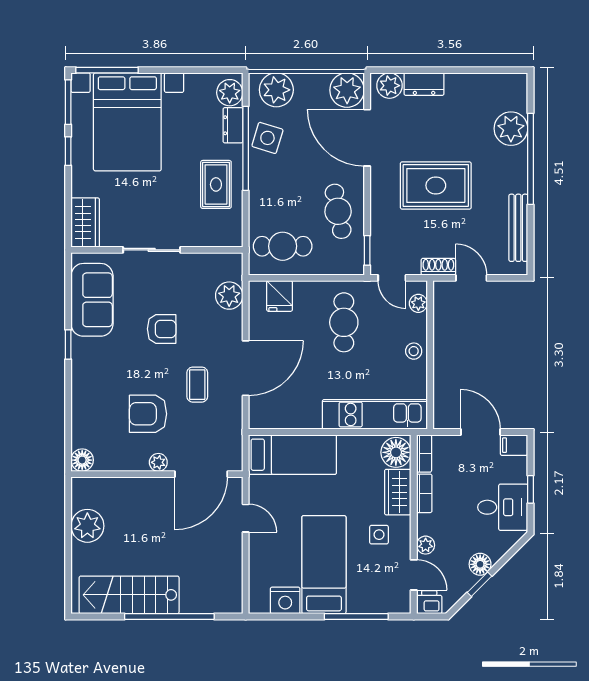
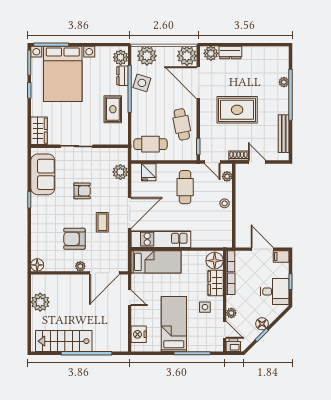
plant: (511, 129) -> (284, 82), width x0.53, depth x0.53
kitchen unit: (375, 414) -> (161, 239), moved
nightstand: (285, 600) -> (139, 334), moved, turned 90

